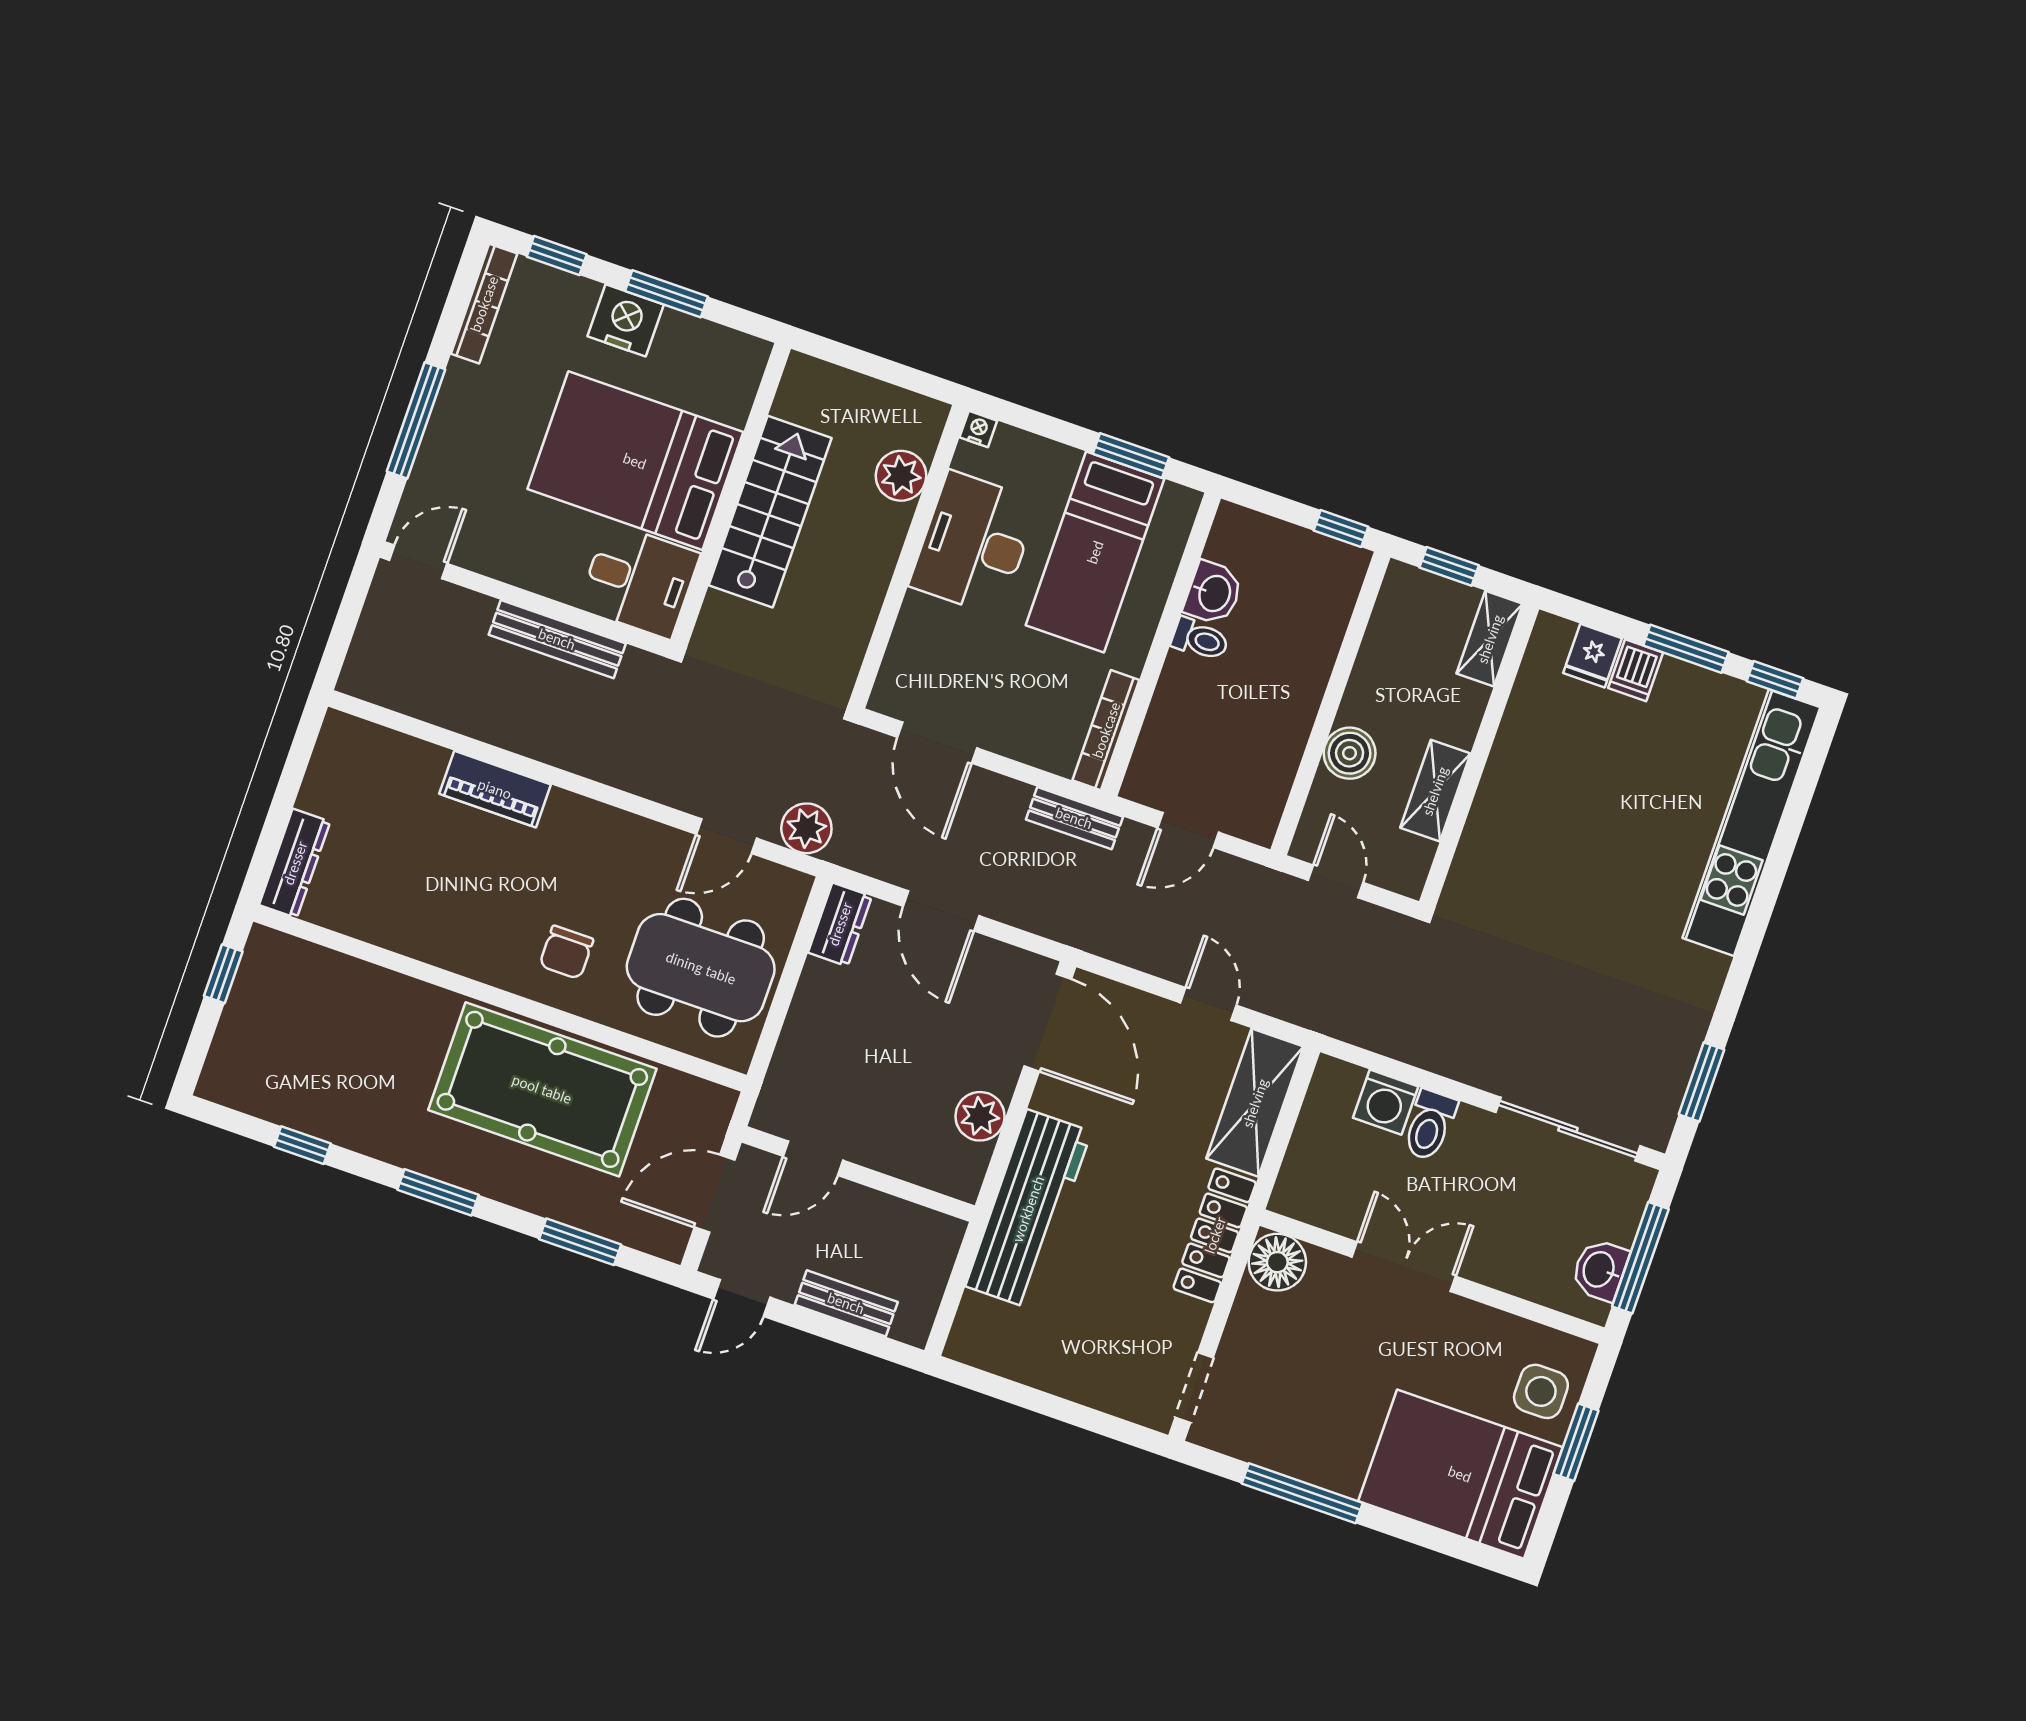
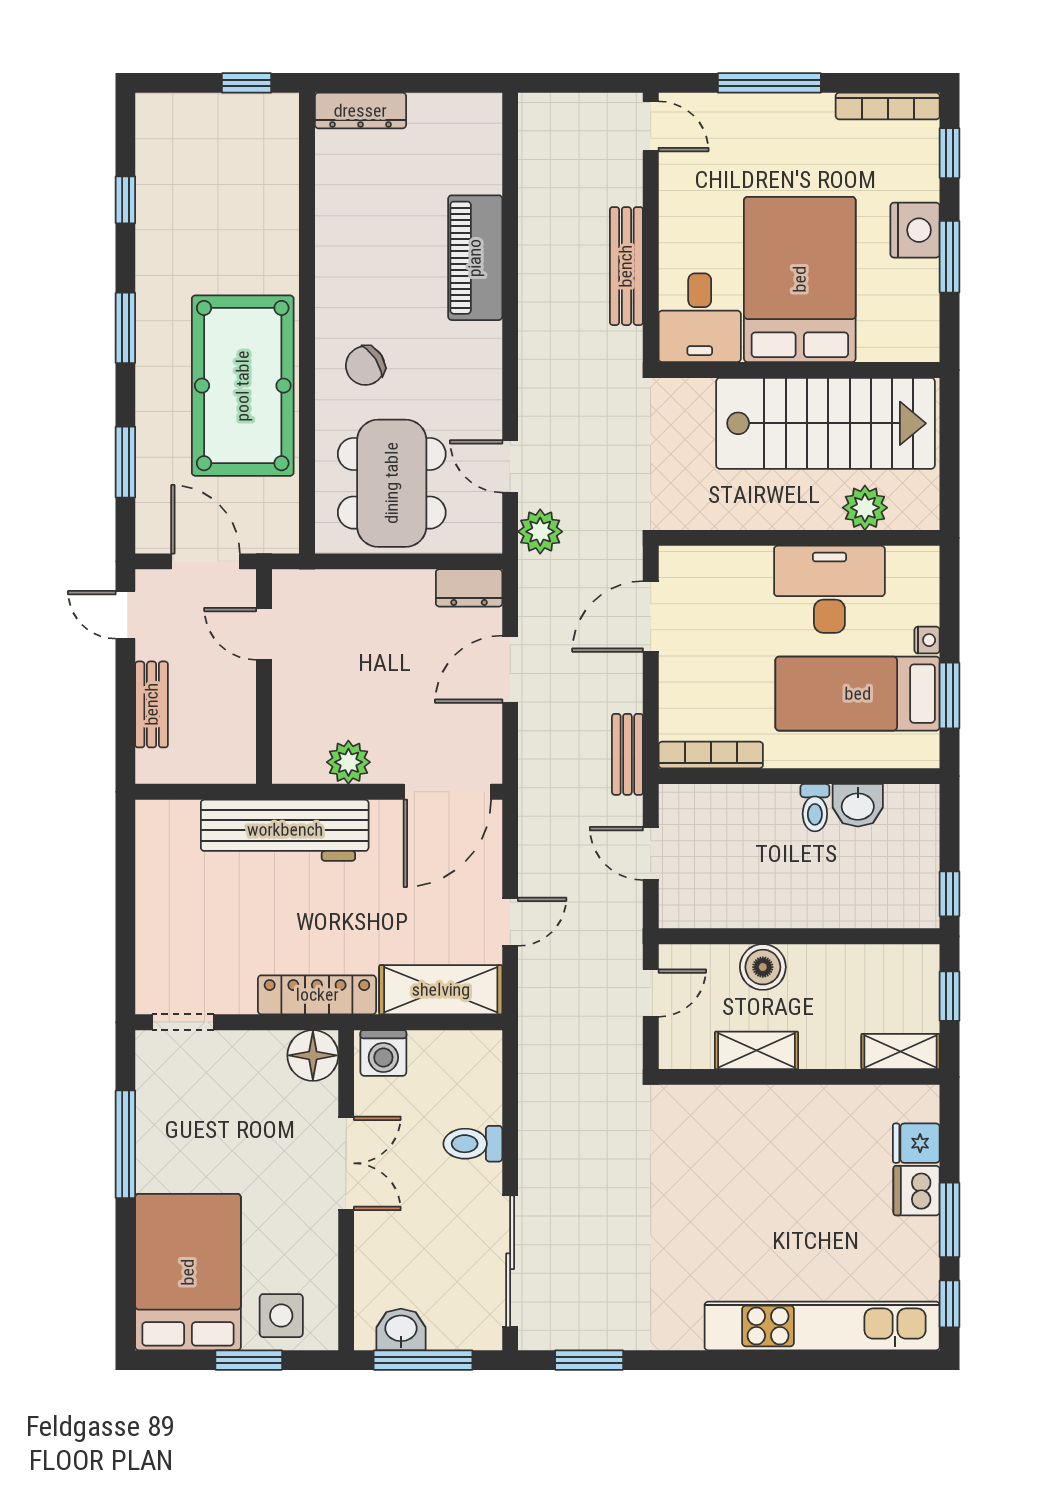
nightstand: (978, 429) -> (927, 640), moved
stairs: (770, 512) -> (826, 423), width x1.36, depth x1.51
dishwasher: (1636, 670) -> (917, 1191), width x1.38
piano: (495, 789) -> (475, 258), width x1.37, depth x1.33
chair: (566, 952) -> (365, 366), turned -33
washing machine: (1386, 1102) -> (383, 1053), moved, turned -90

